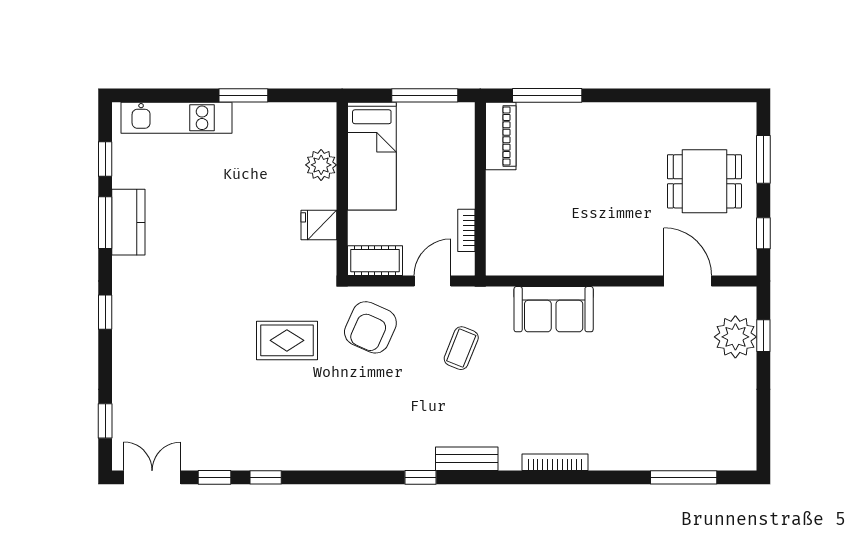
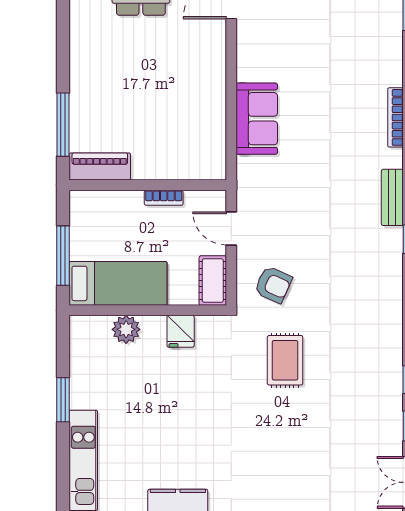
window: (425, 95) -> (63, 256), moved
bookcase: (466, 230) -> (164, 198), moved
armchair: (370, 327) -> (273, 285), width x0.72, depth x0.72
coffee table: (461, 348) -> (292, 202), removed

